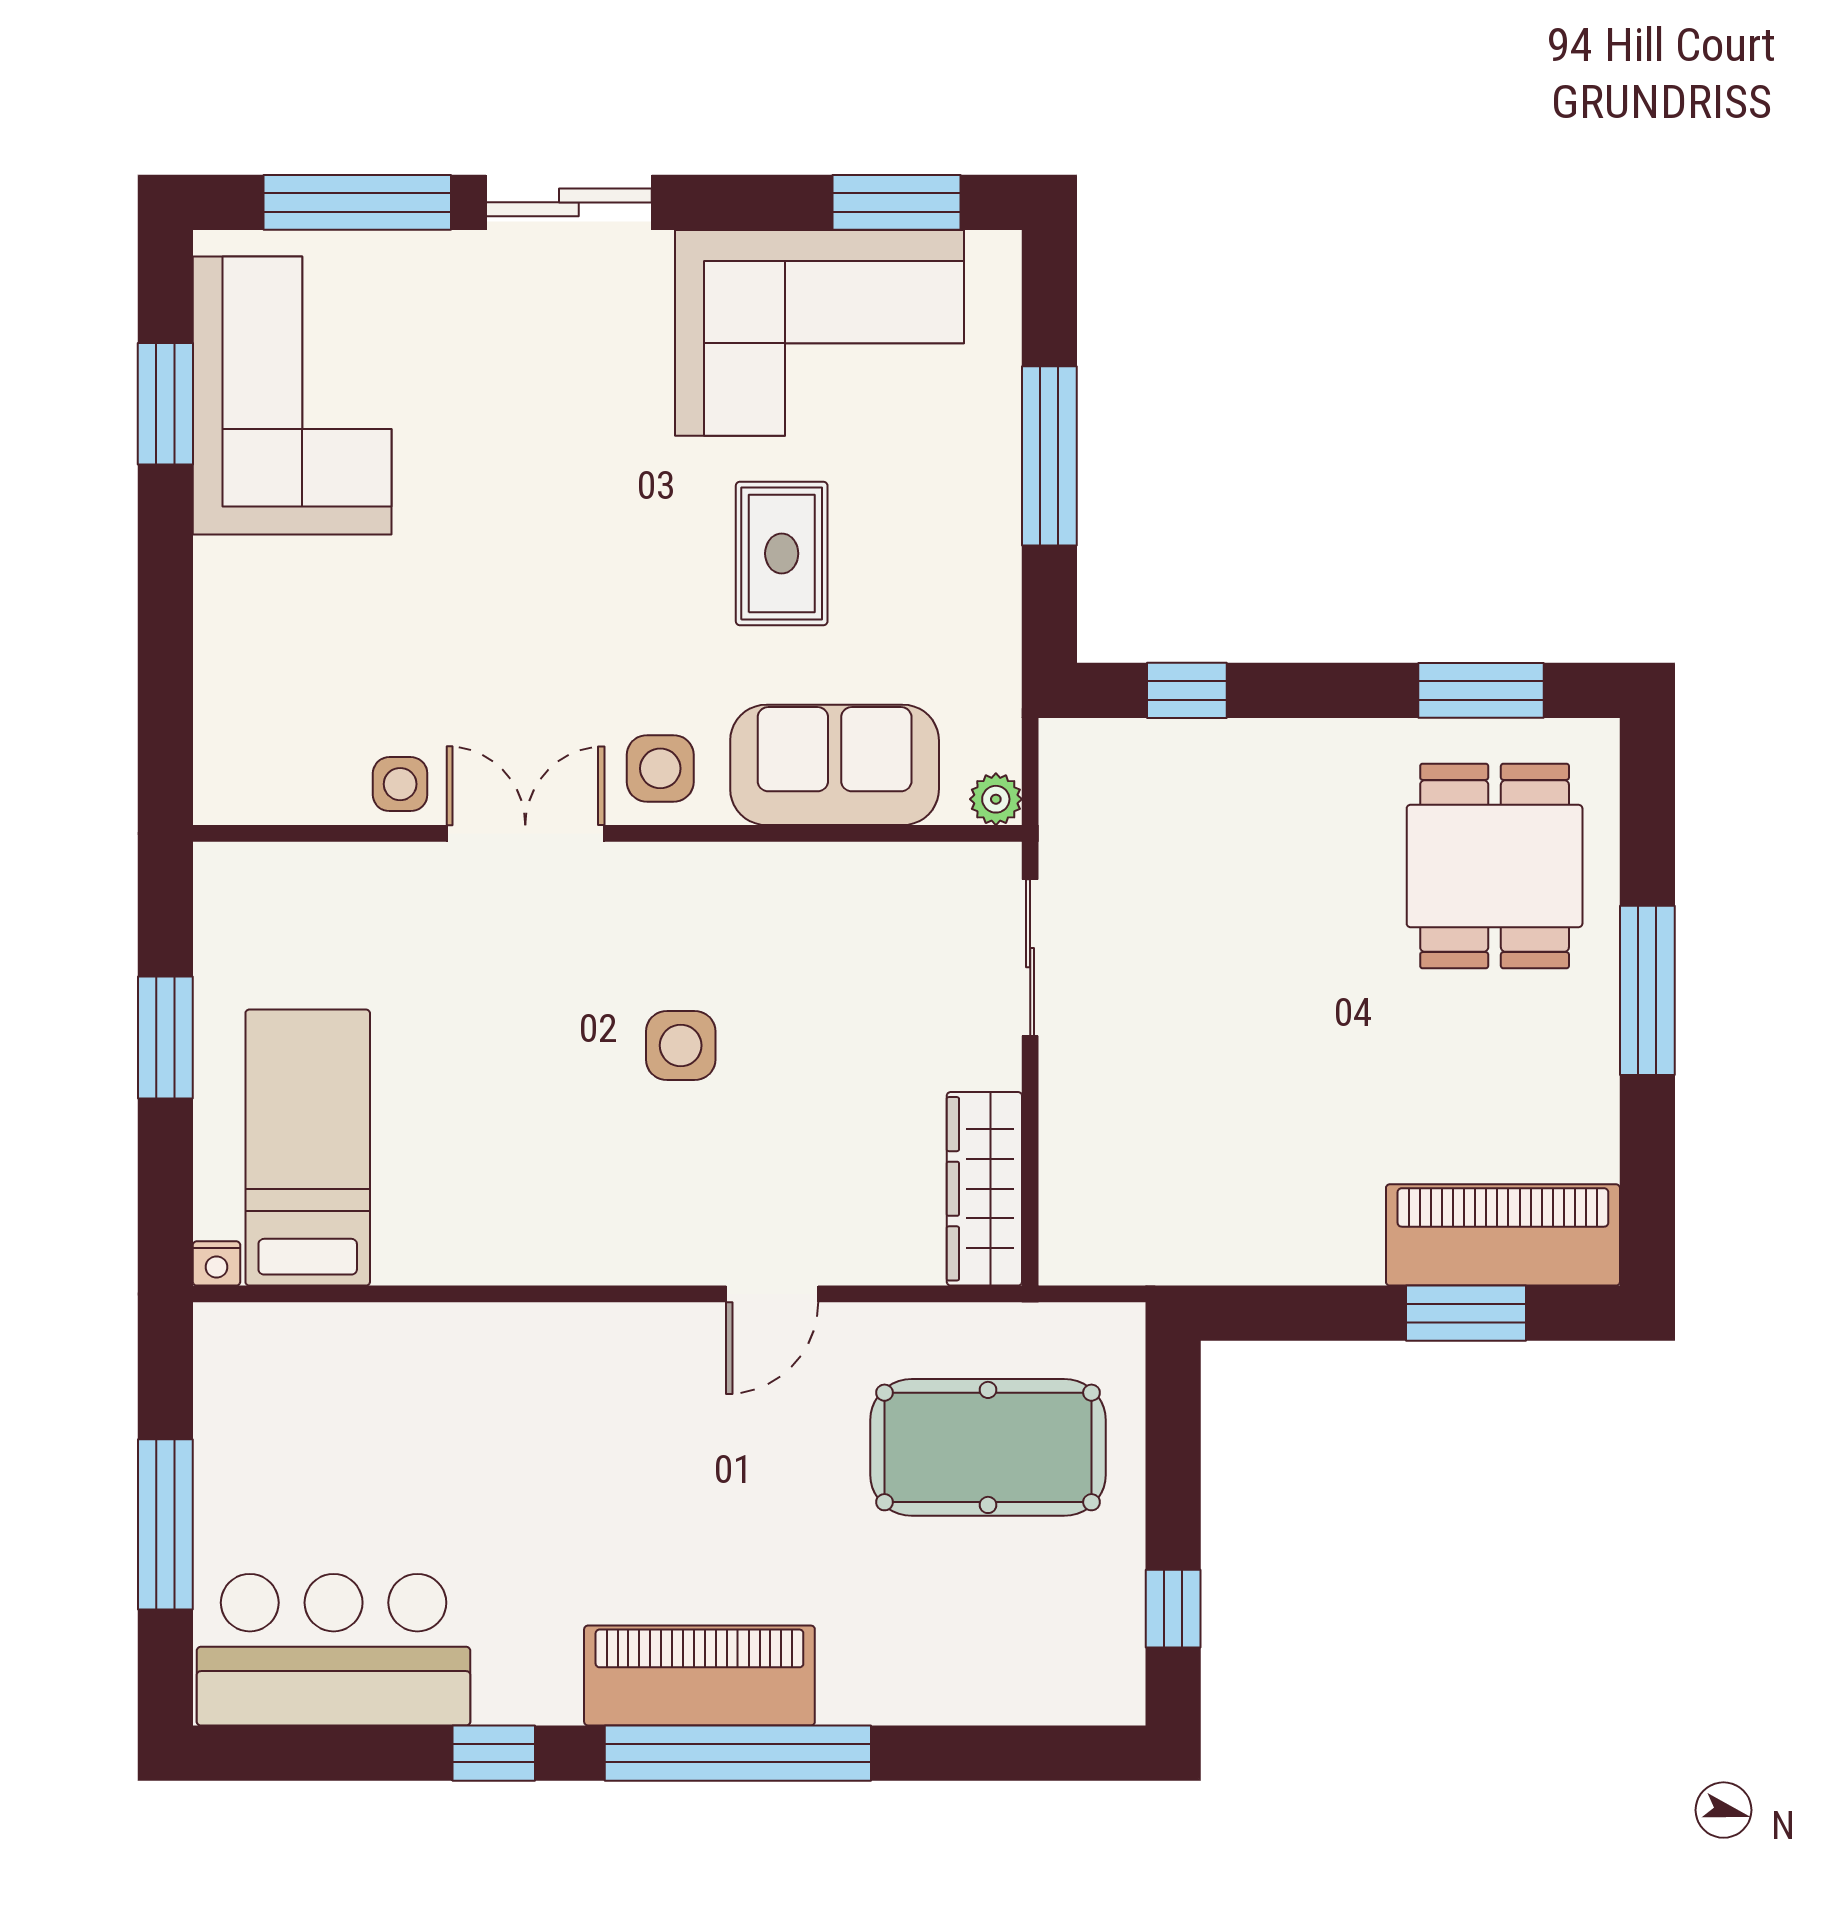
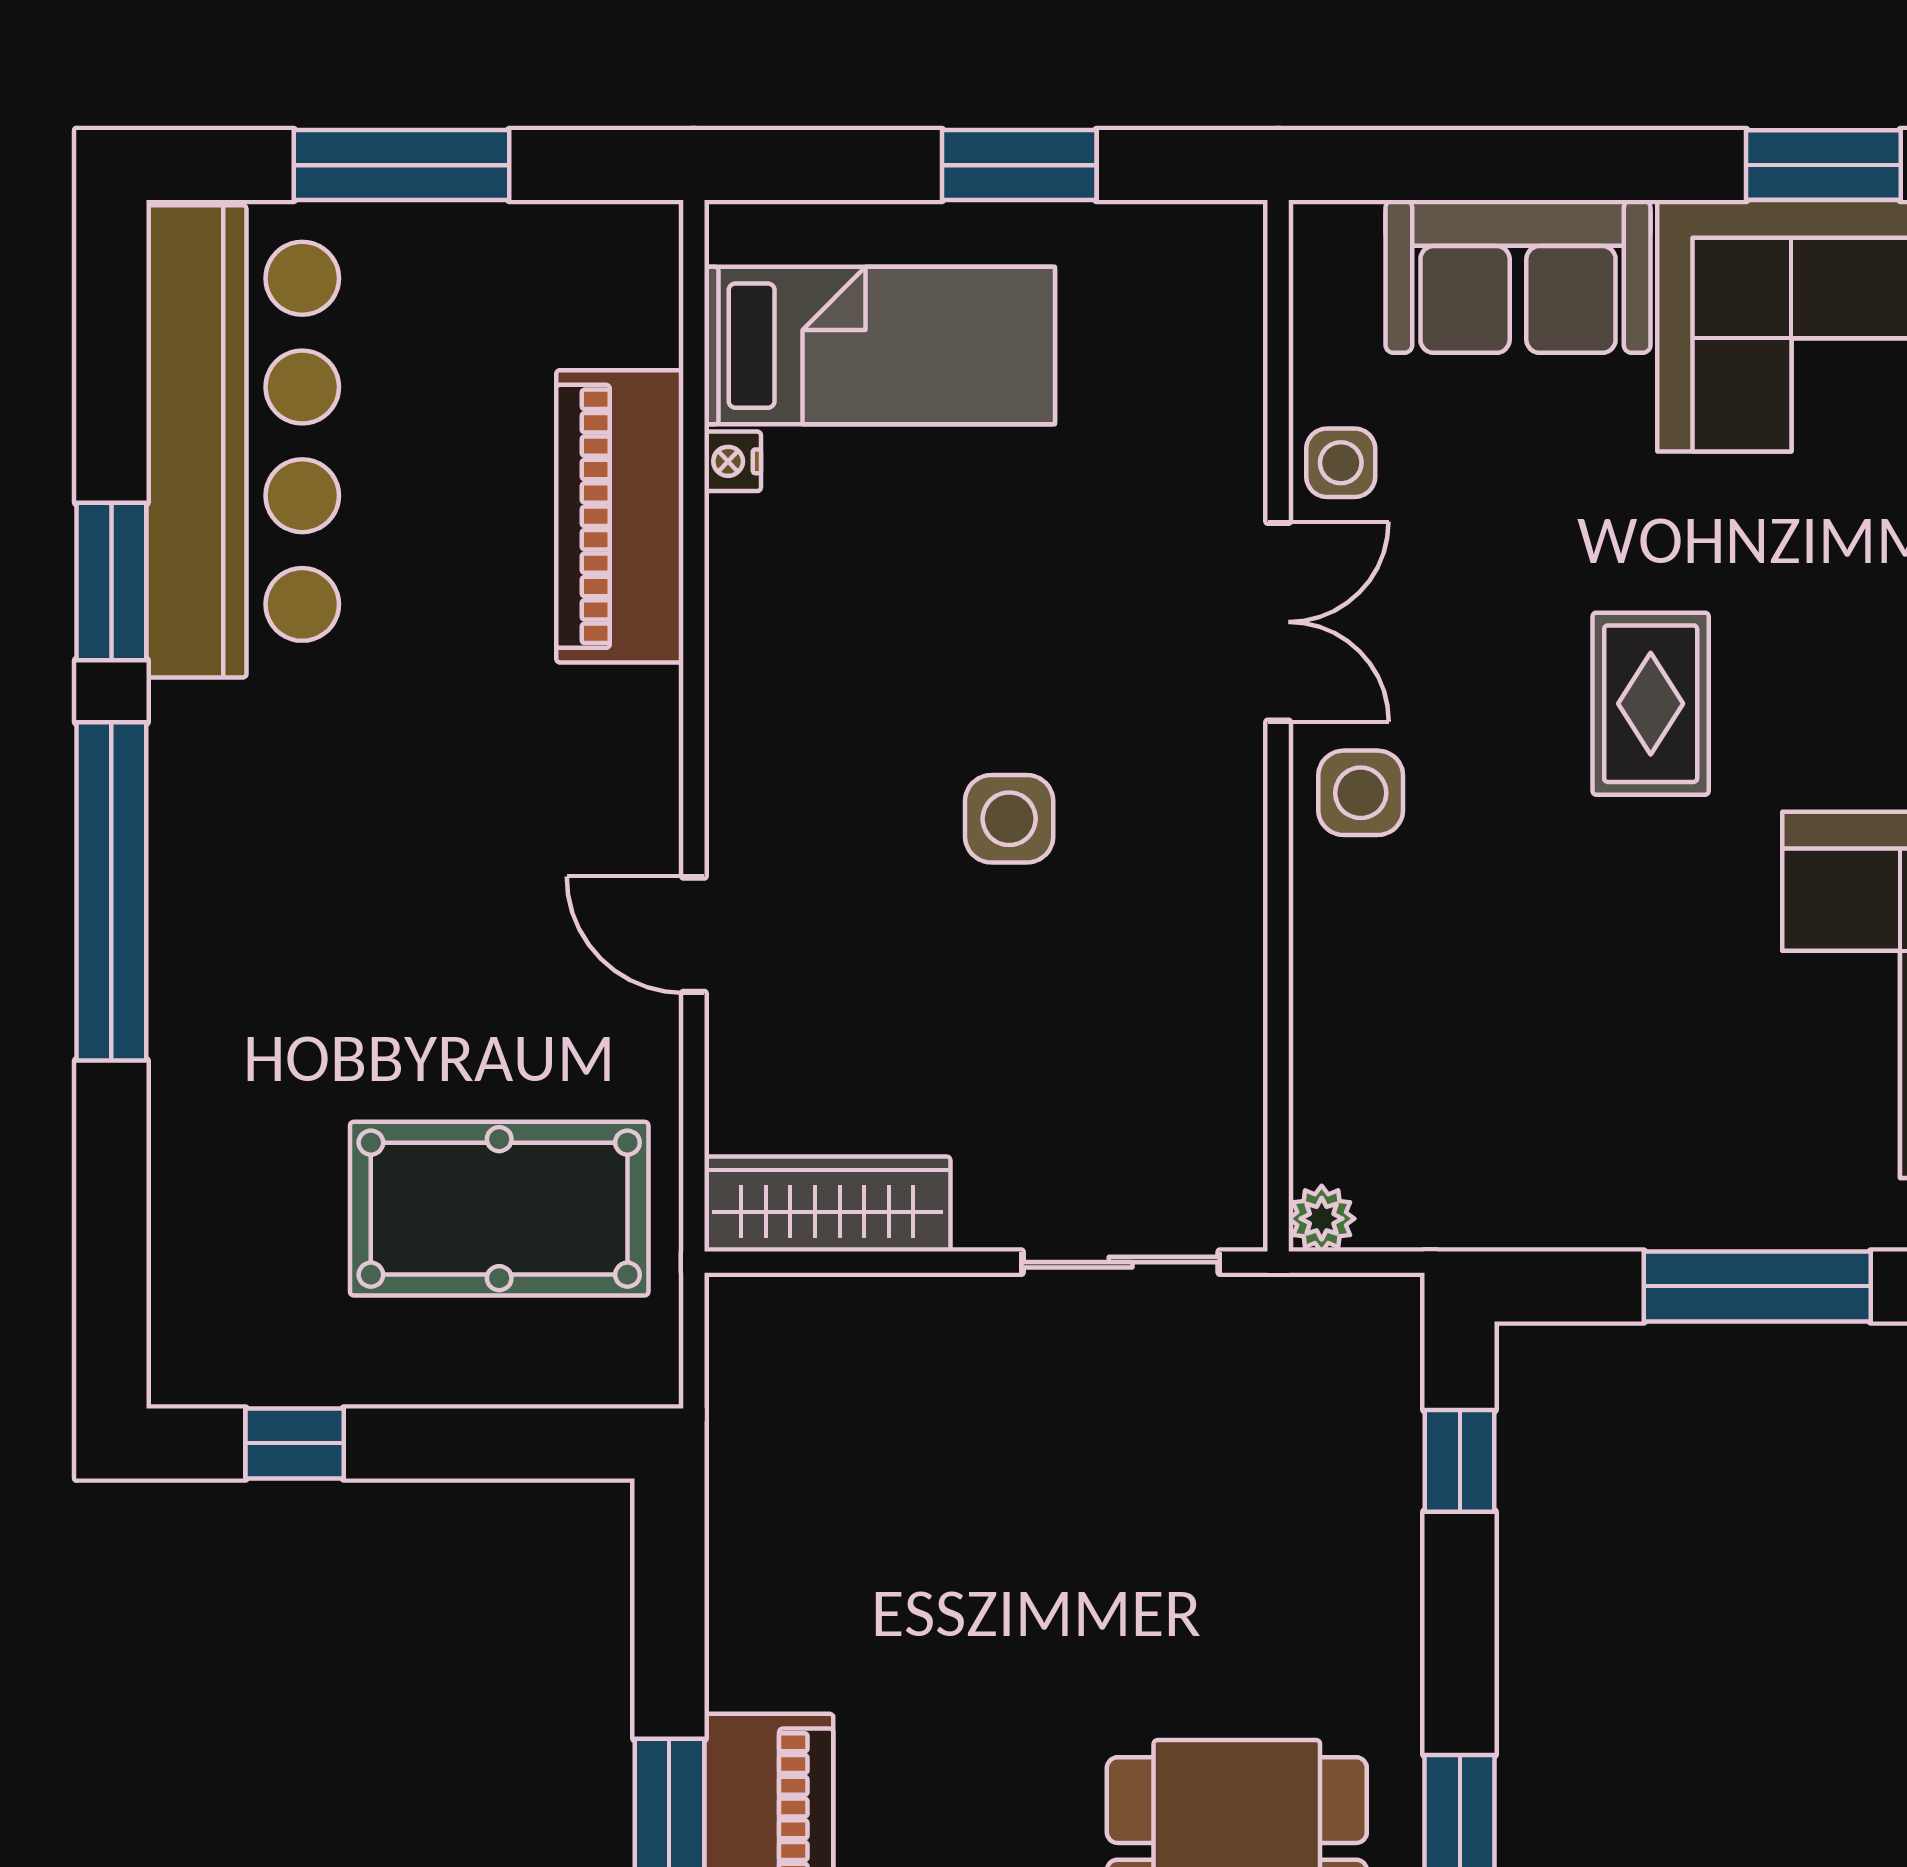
rug: (782, 554) -> (1651, 704), moved, turned 90
sofa: (835, 765) -> (1518, 276), moved, turned 90
nightstand: (216, 1263) -> (733, 461), moved
pool table: (988, 1447) -> (499, 1209), turned 90
bar counter: (334, 1650) -> (243, 441), width x1.36
piano: (699, 1676) -> (620, 516), moved, turned 180
window: (494, 1753) -> (111, 582), width x1.50

